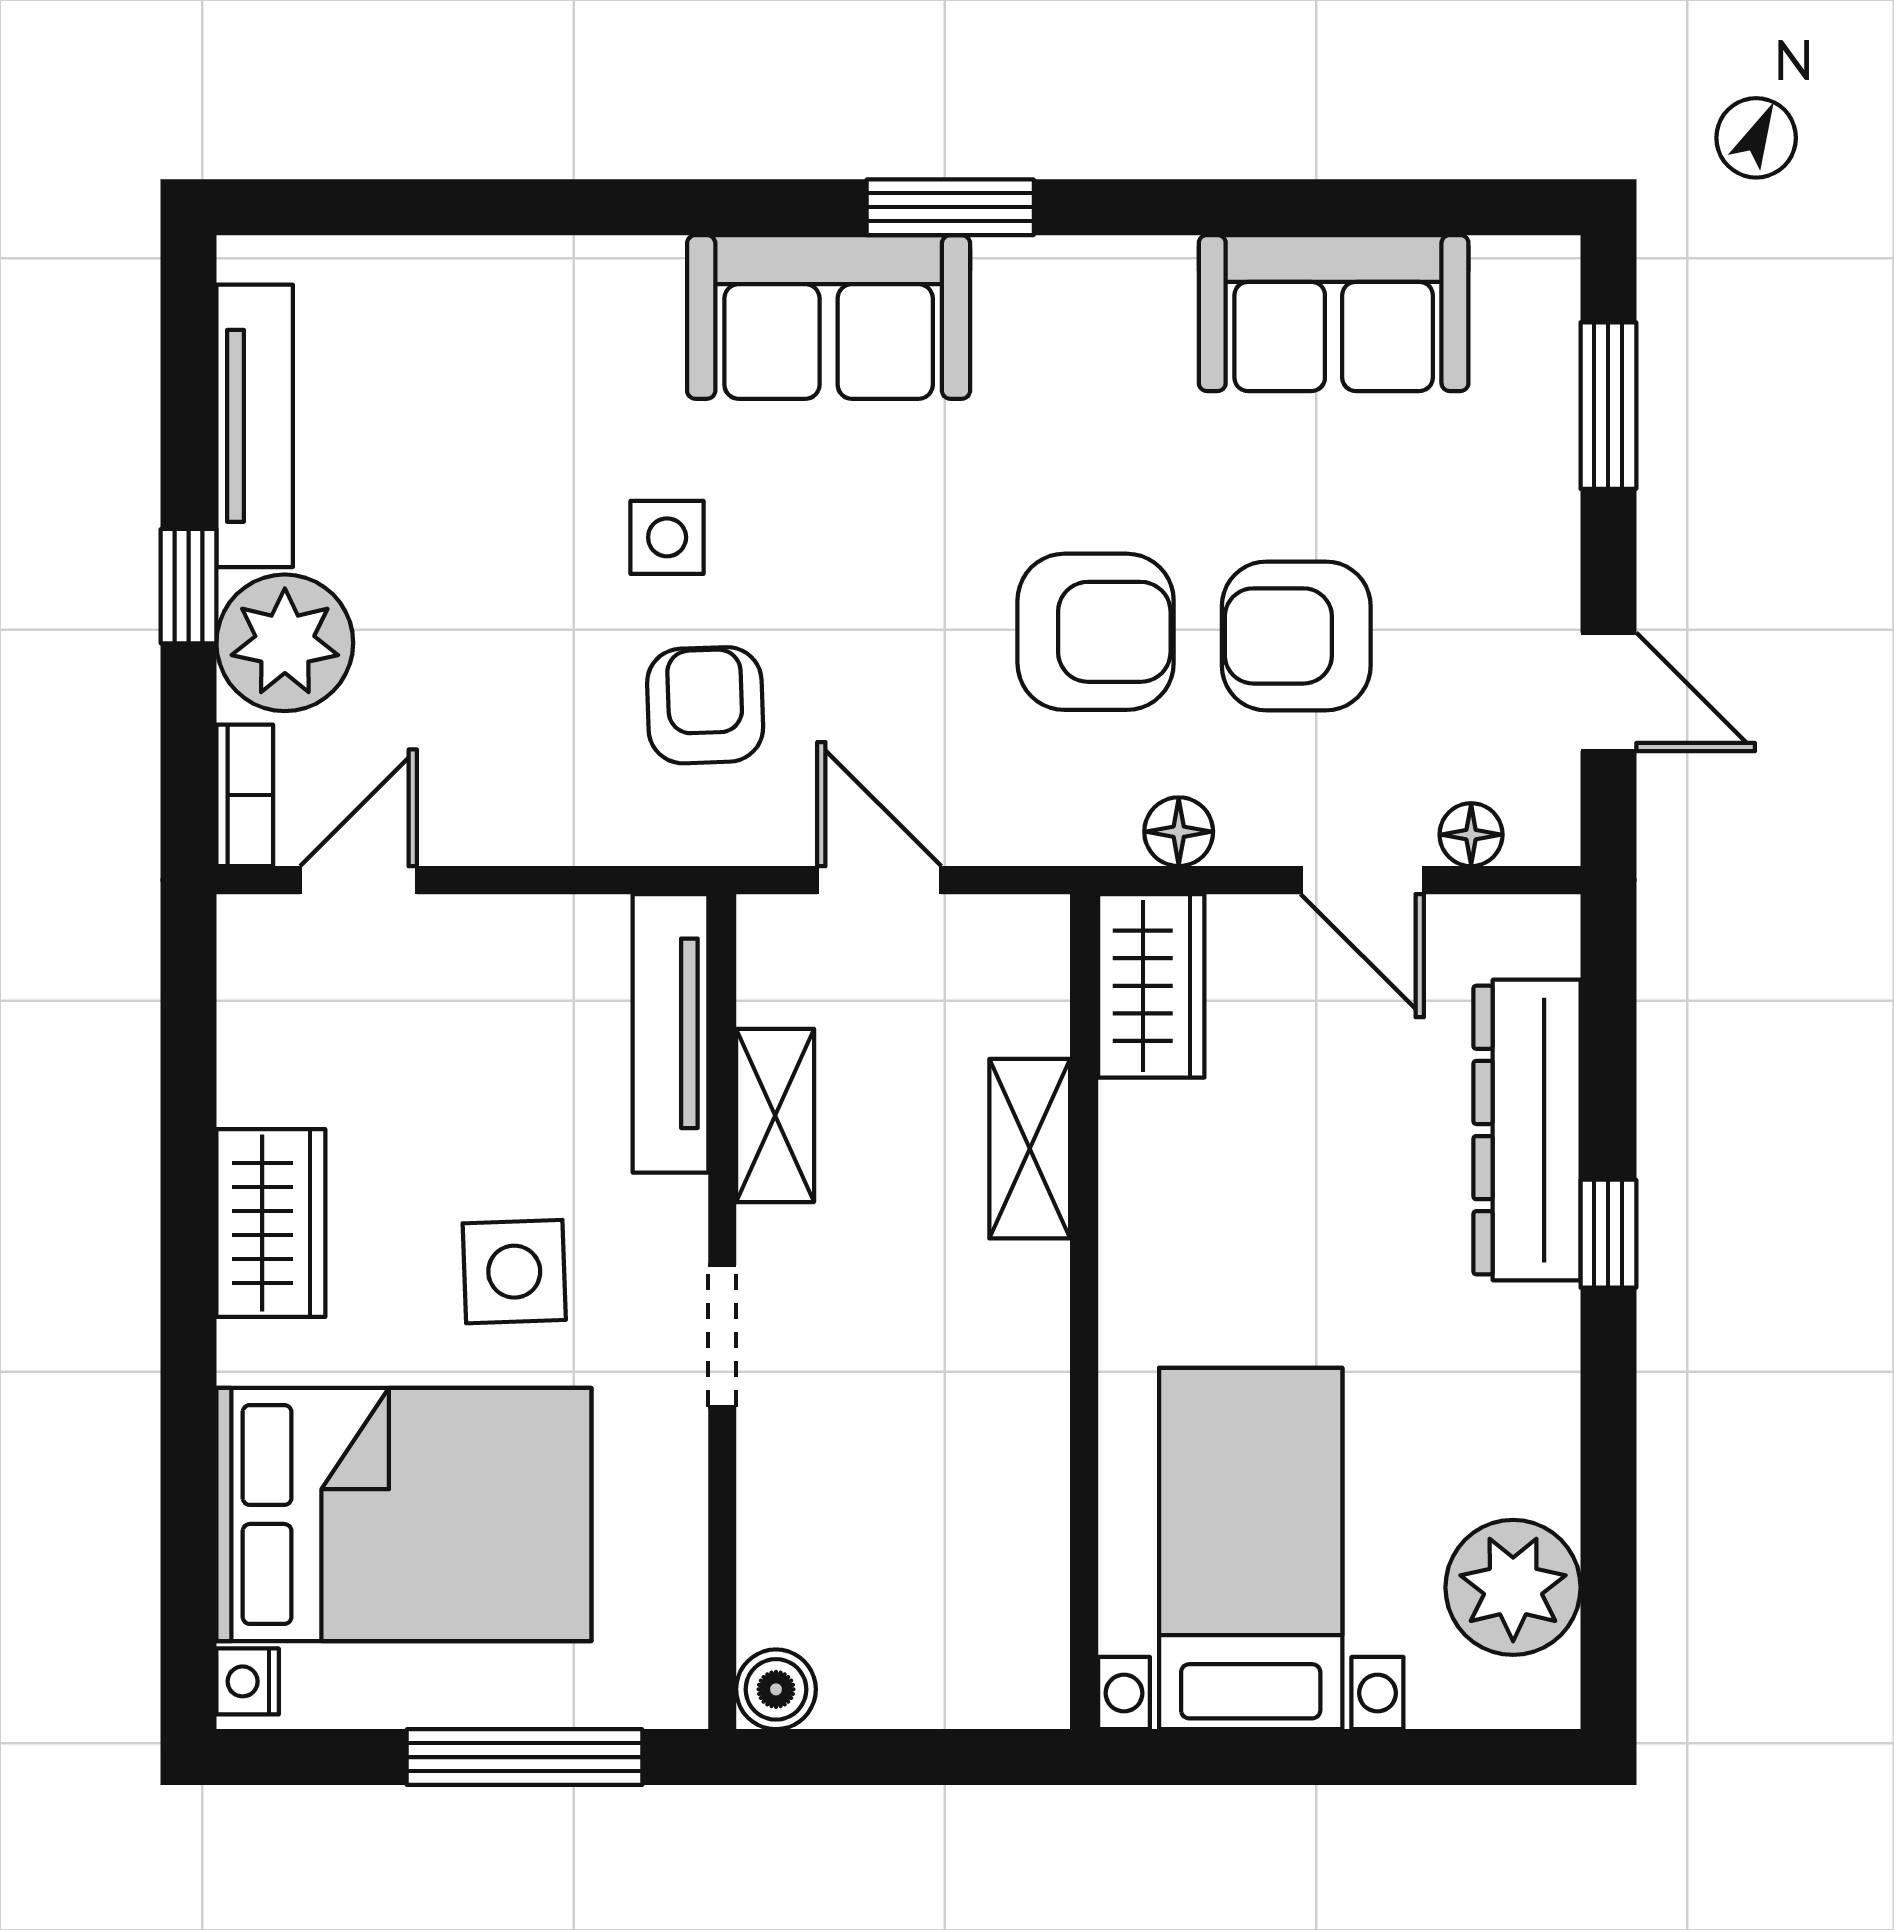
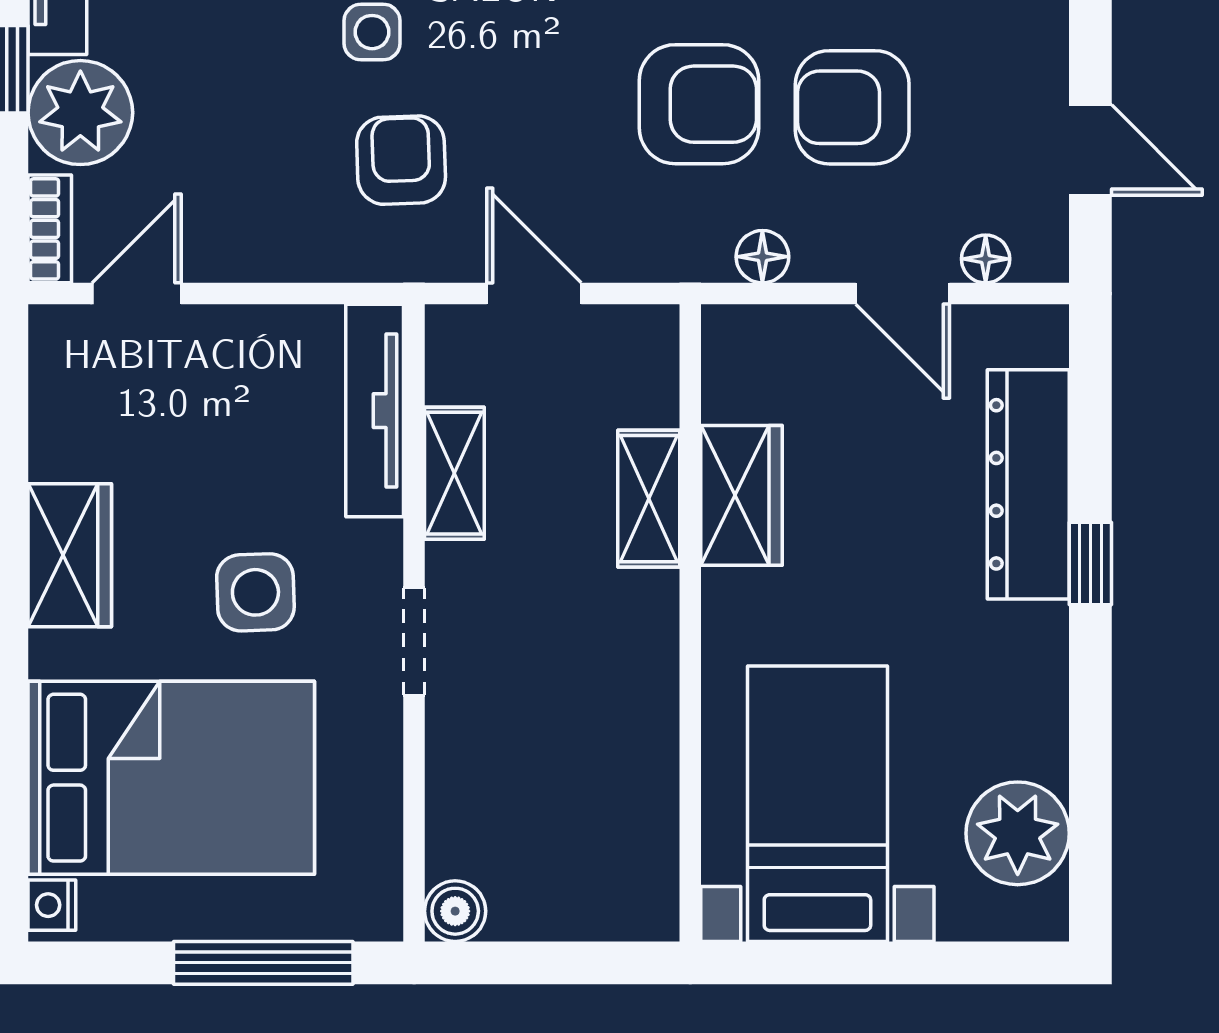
wardrobe: (1151, 986) -> (742, 495), moved

